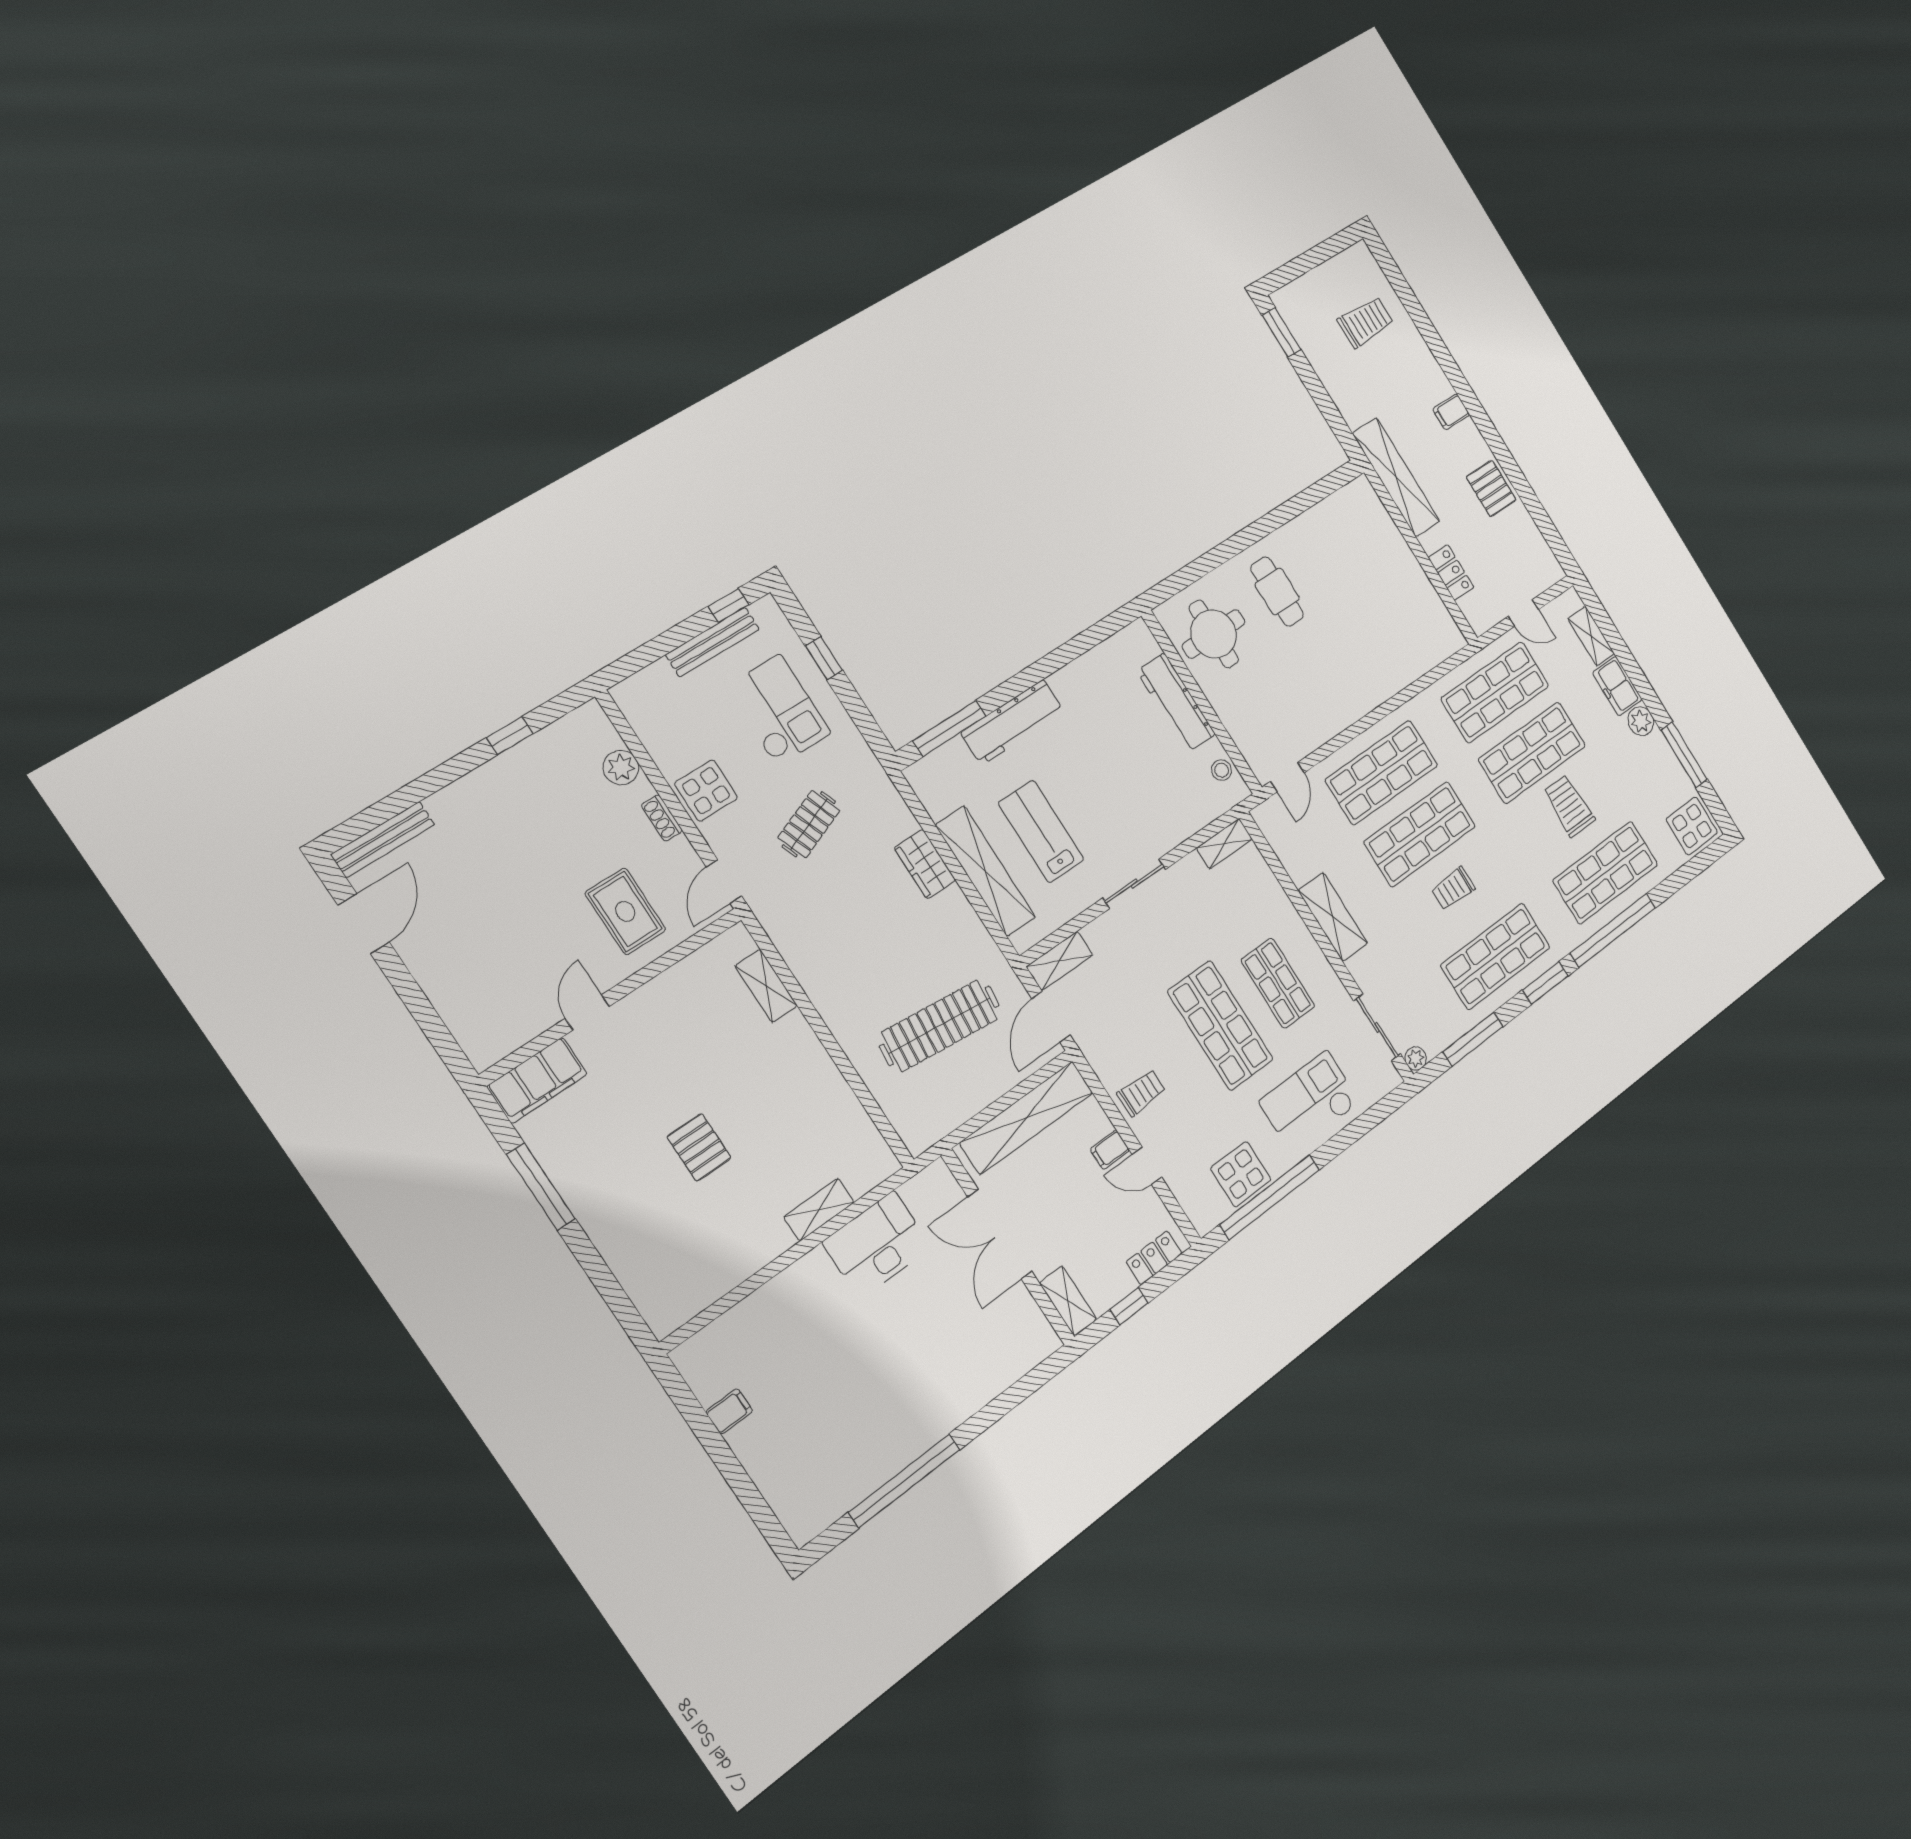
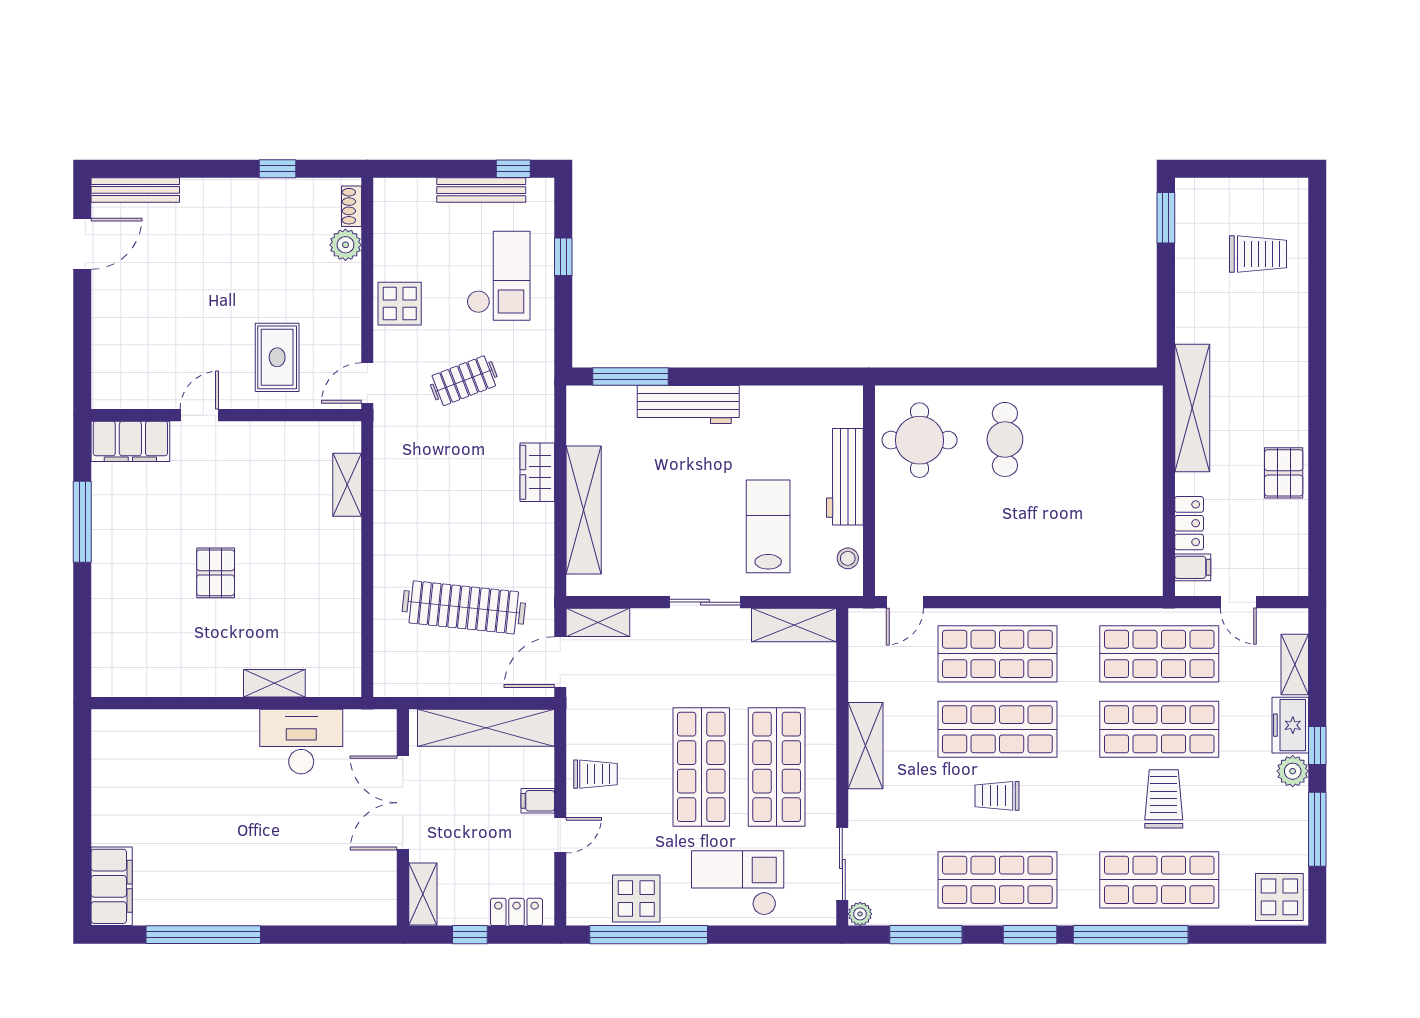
filing cabinet: (1451, 412) -> (1193, 567), moved, turned 180
window: (1645, 689) -> (1317, 745), added
shoe rack: (662, 818) -> (351, 206), moved
lab bench: (1041, 831) -> (768, 526), moved
shelving: (1224, 844) -> (794, 625), width x1.50, depth x1.33
shop shelf: (1278, 983) -> (777, 767), width x1.43, depth x1.36
door: (1147, 1166) -> (560, 835), swing flipped
filing cabinet: (729, 1411) -> (112, 886), moved, width x3.00, depth x1.17

